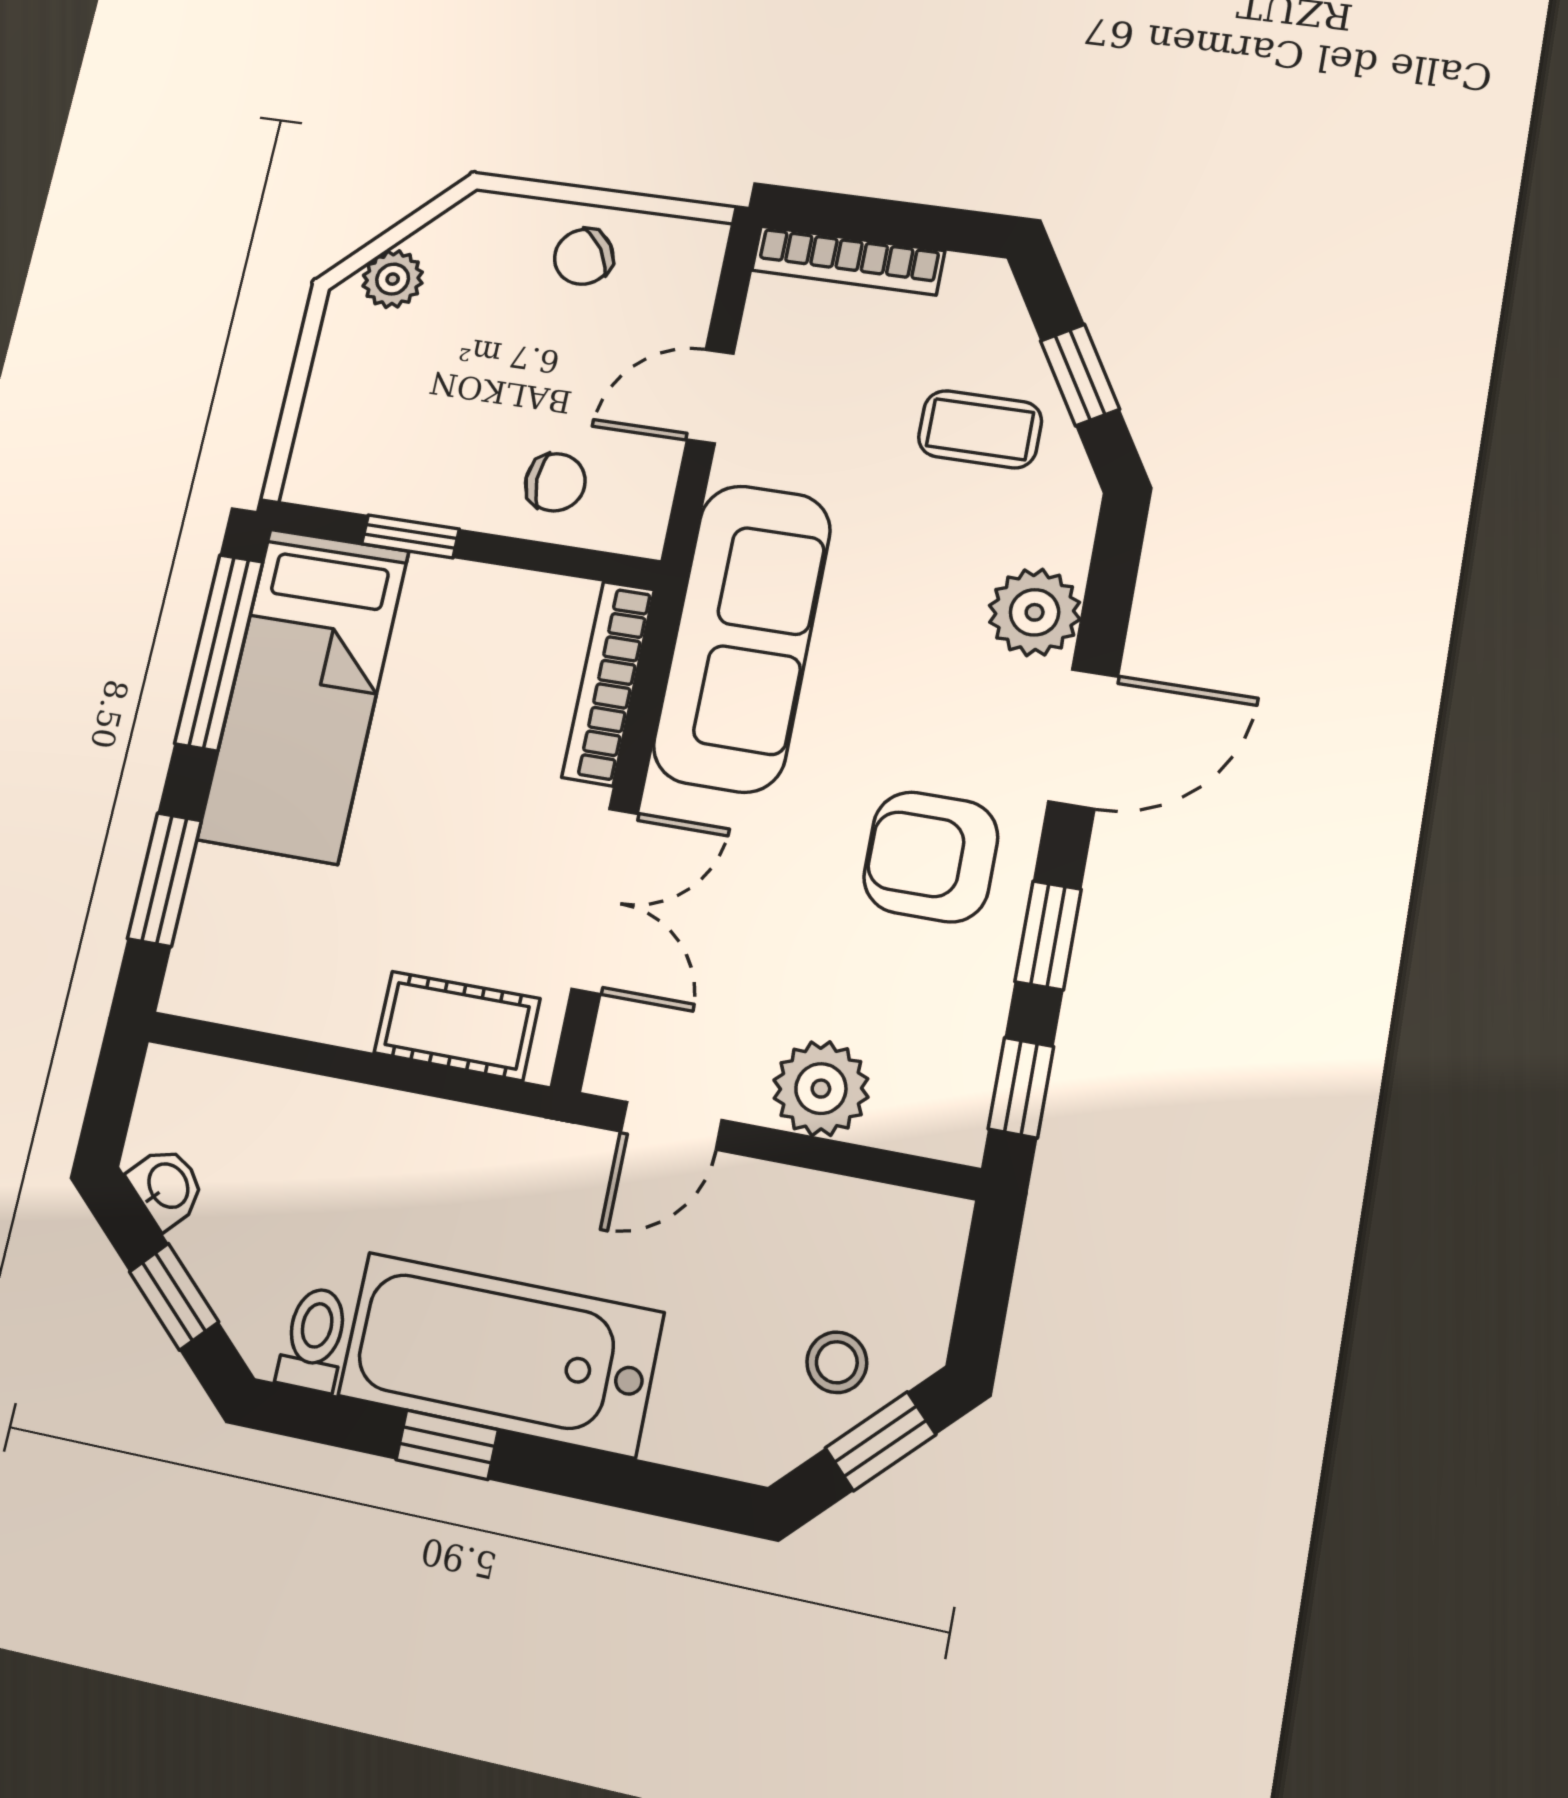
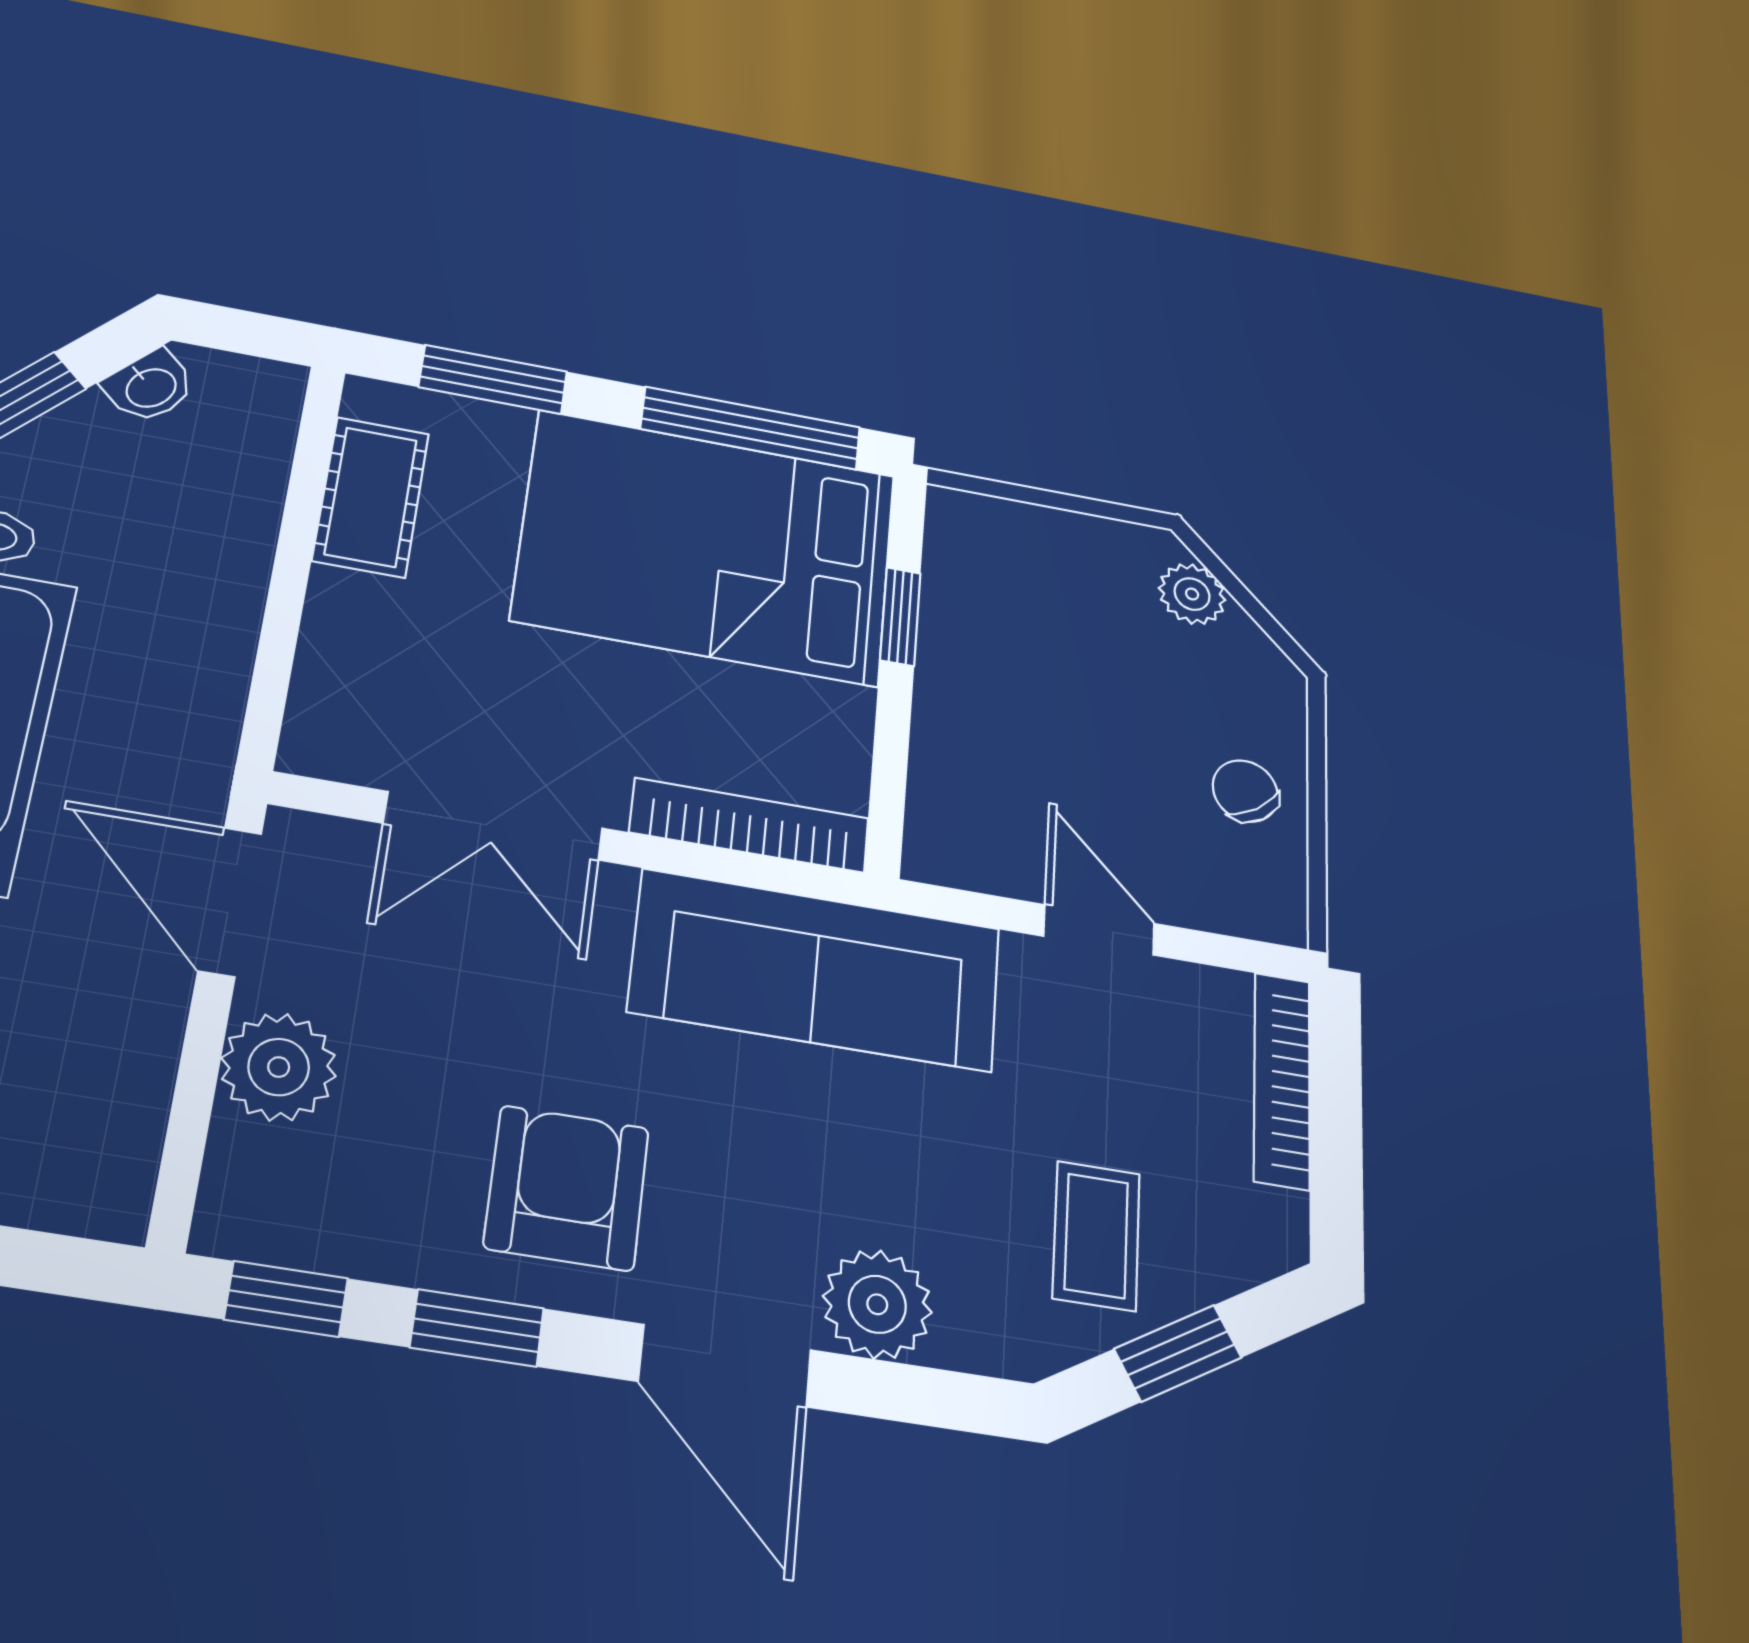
chair: (555, 482) -> (979, 765), removed
bed: (304, 695) -> (706, 547), width x1.50
cot: (457, 1026) -> (371, 497), moved
door: (671, 1126) -> (230, 902), width x1.37

